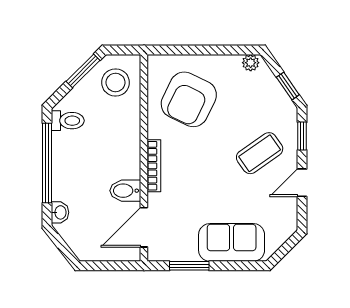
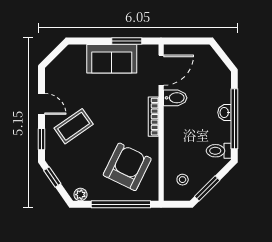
window: (197, 50) -> (121, 204), added
stool: (116, 82) -> (183, 180), width x0.53, depth x0.53
door: (302, 183) -> (41, 104), hinge flipped
washbasin: (60, 212) -> (225, 112), moved
sofa: (232, 242) -> (112, 59), moved

